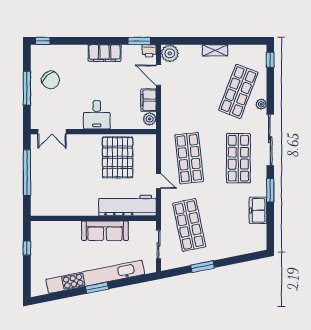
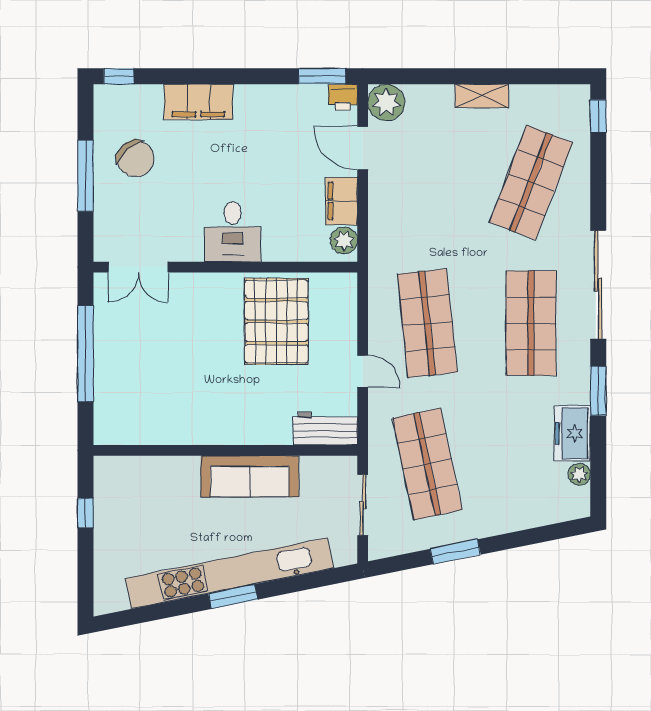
filing cabinet: (105, 53) -> (198, 102), moved
plant: (261, 104) -> (579, 474), moved
workbench: (127, 206) -> (325, 428), width x0.53, depth x0.76

